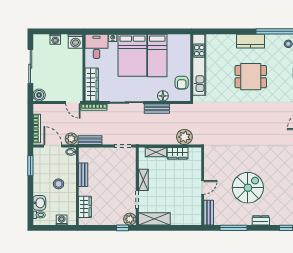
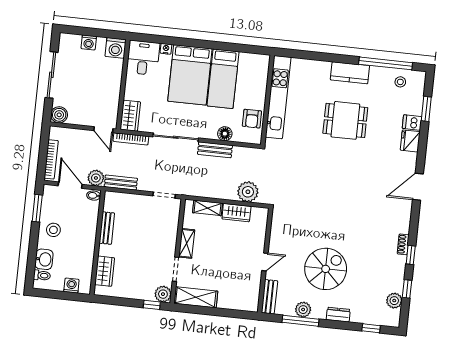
wardrobe: (92, 84) -> (130, 116), width x0.67
stool: (59, 184) -> (53, 230), moved
plant: (234, 219) -> (303, 310), added

